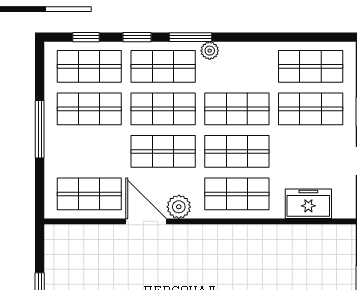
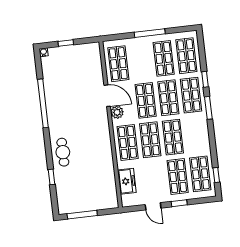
window: (86, 37) -> (216, 175), moved
plant: (210, 51) -> (202, 119), removed
door: (146, 221) -> (107, 96), hinge flipped

